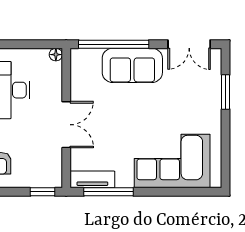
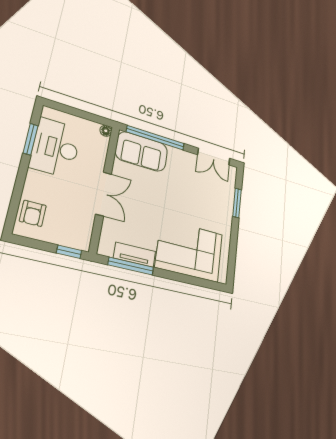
sofa: (132, 65) -> (142, 151), moved
tv unit: (92, 179) -> (135, 255), moved

